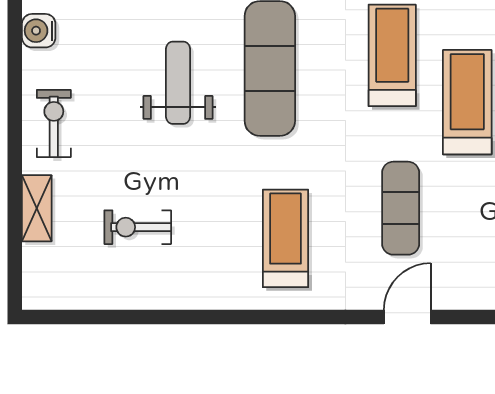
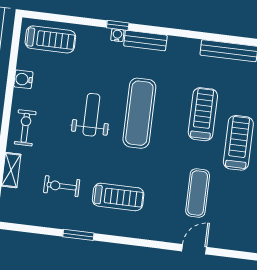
treadmill: (286, 238) -> (118, 197), moved, turned 90
window: (181, 317) -> (78, 235), added

